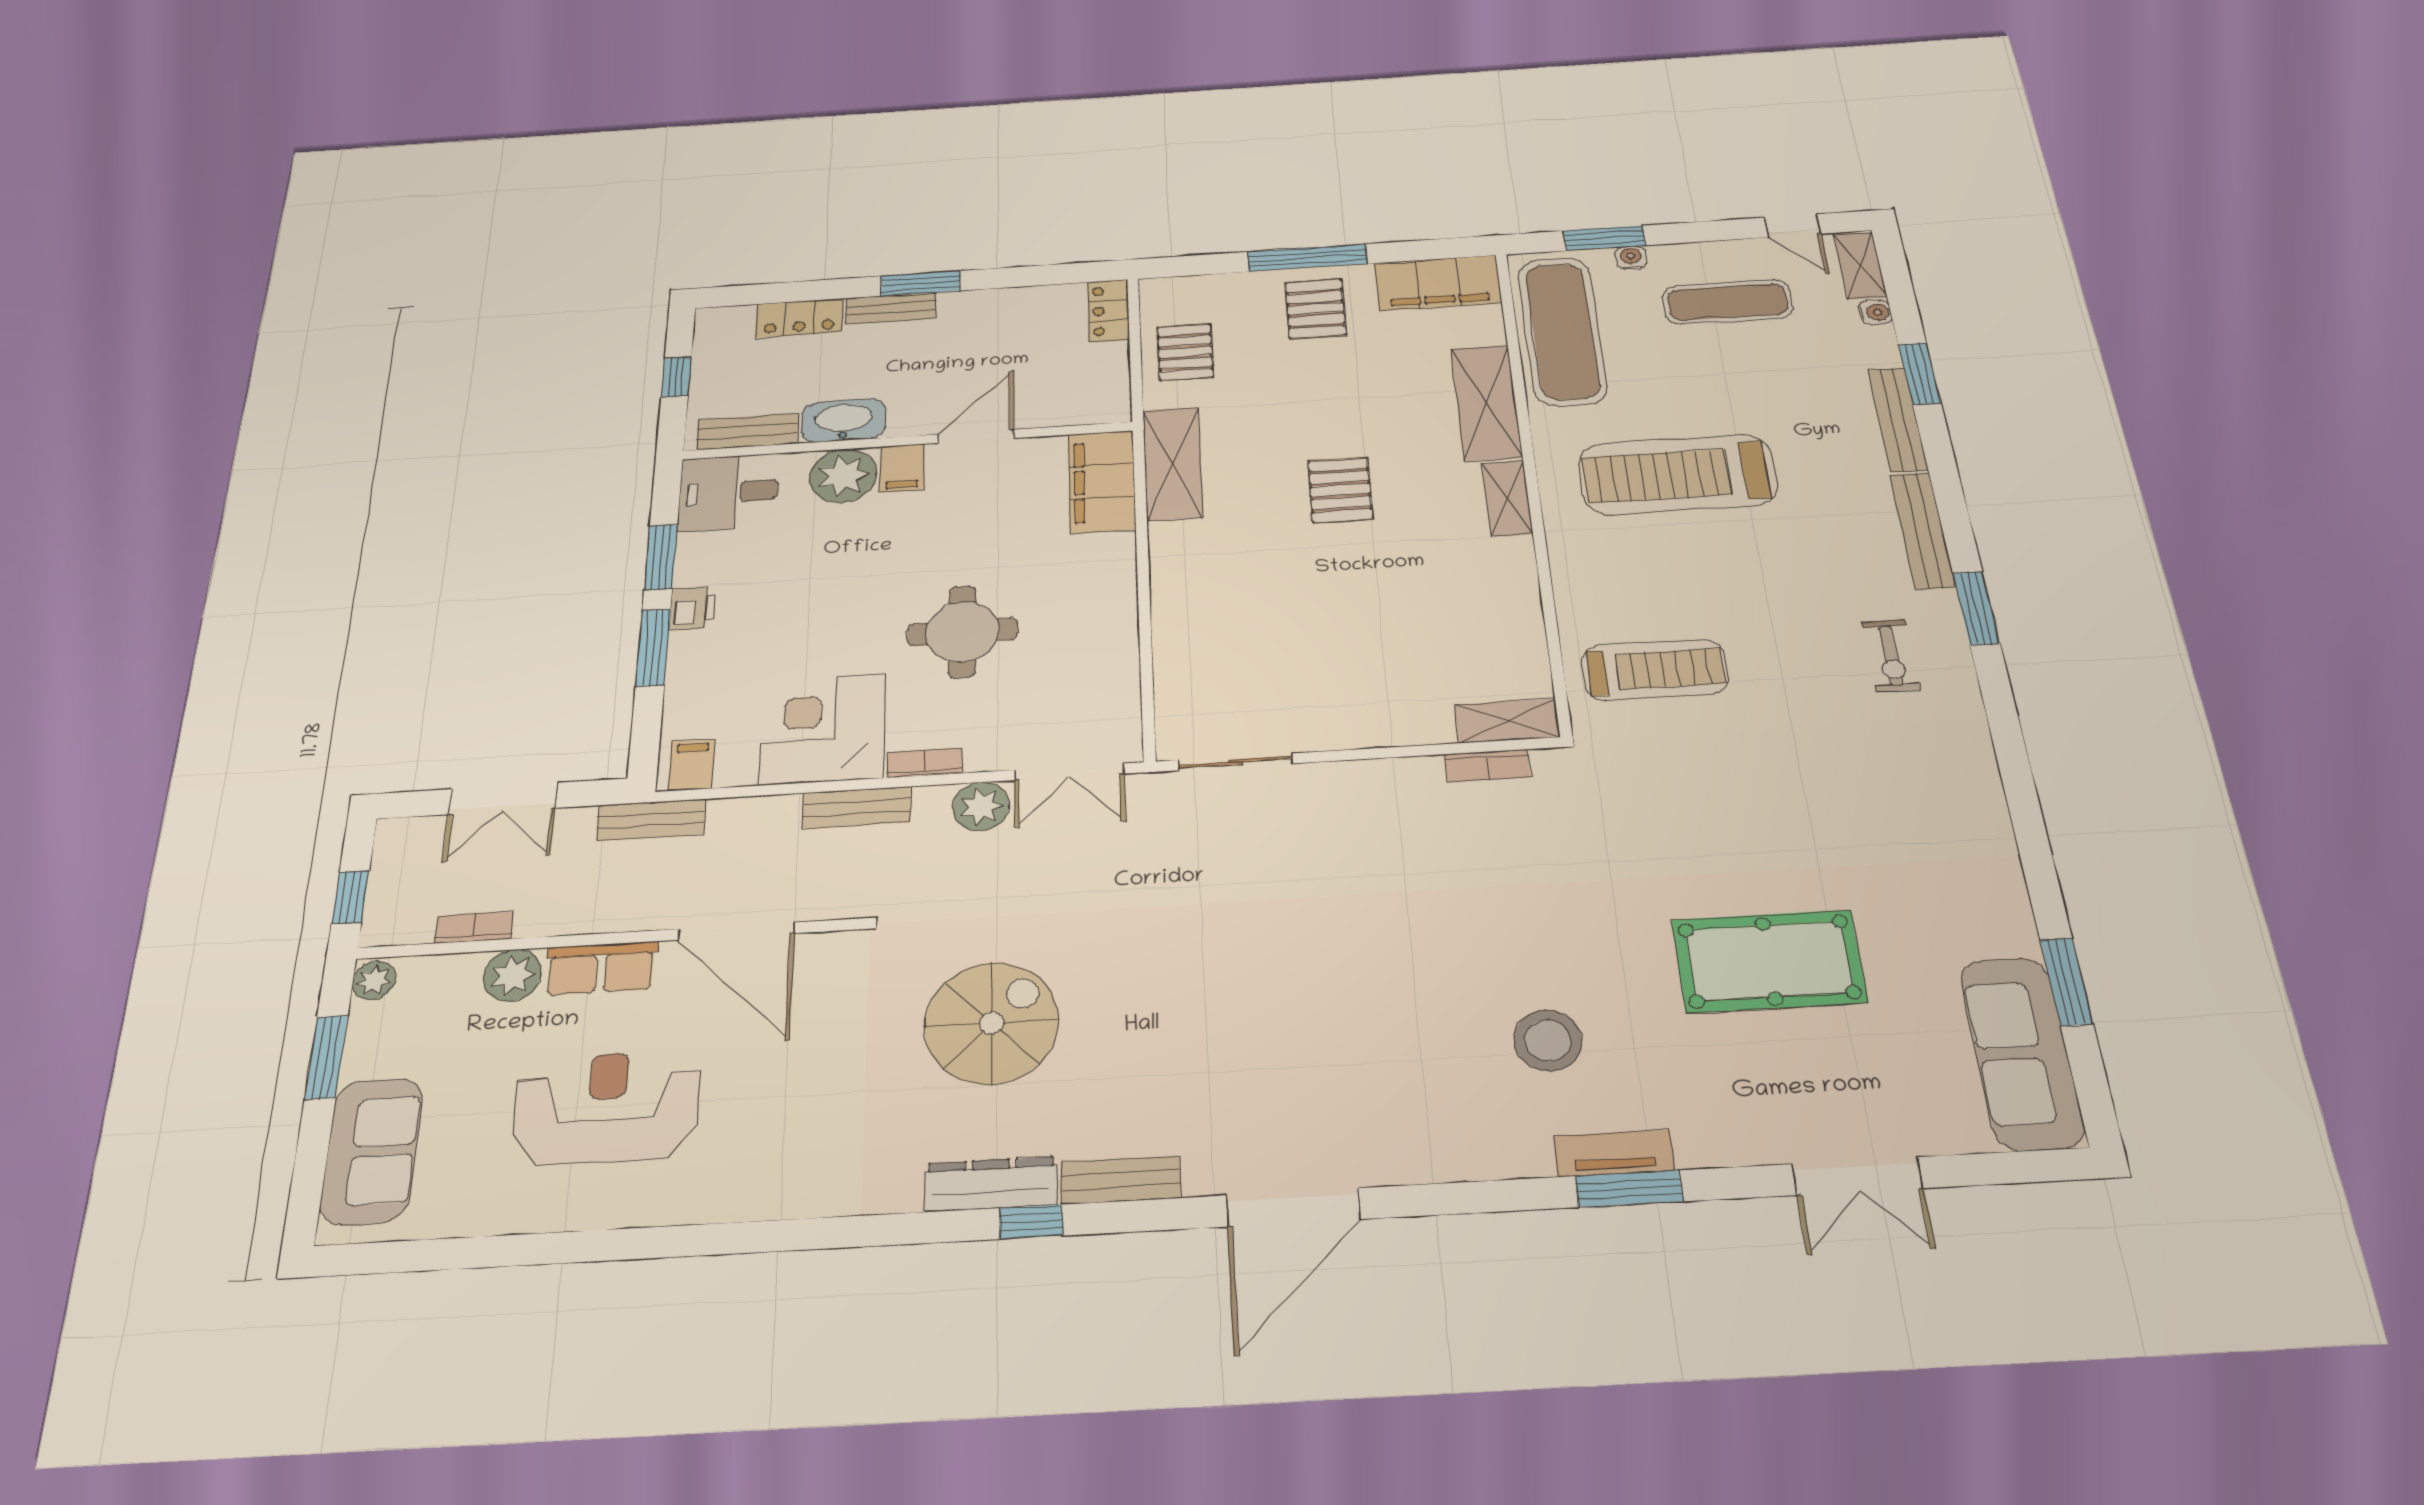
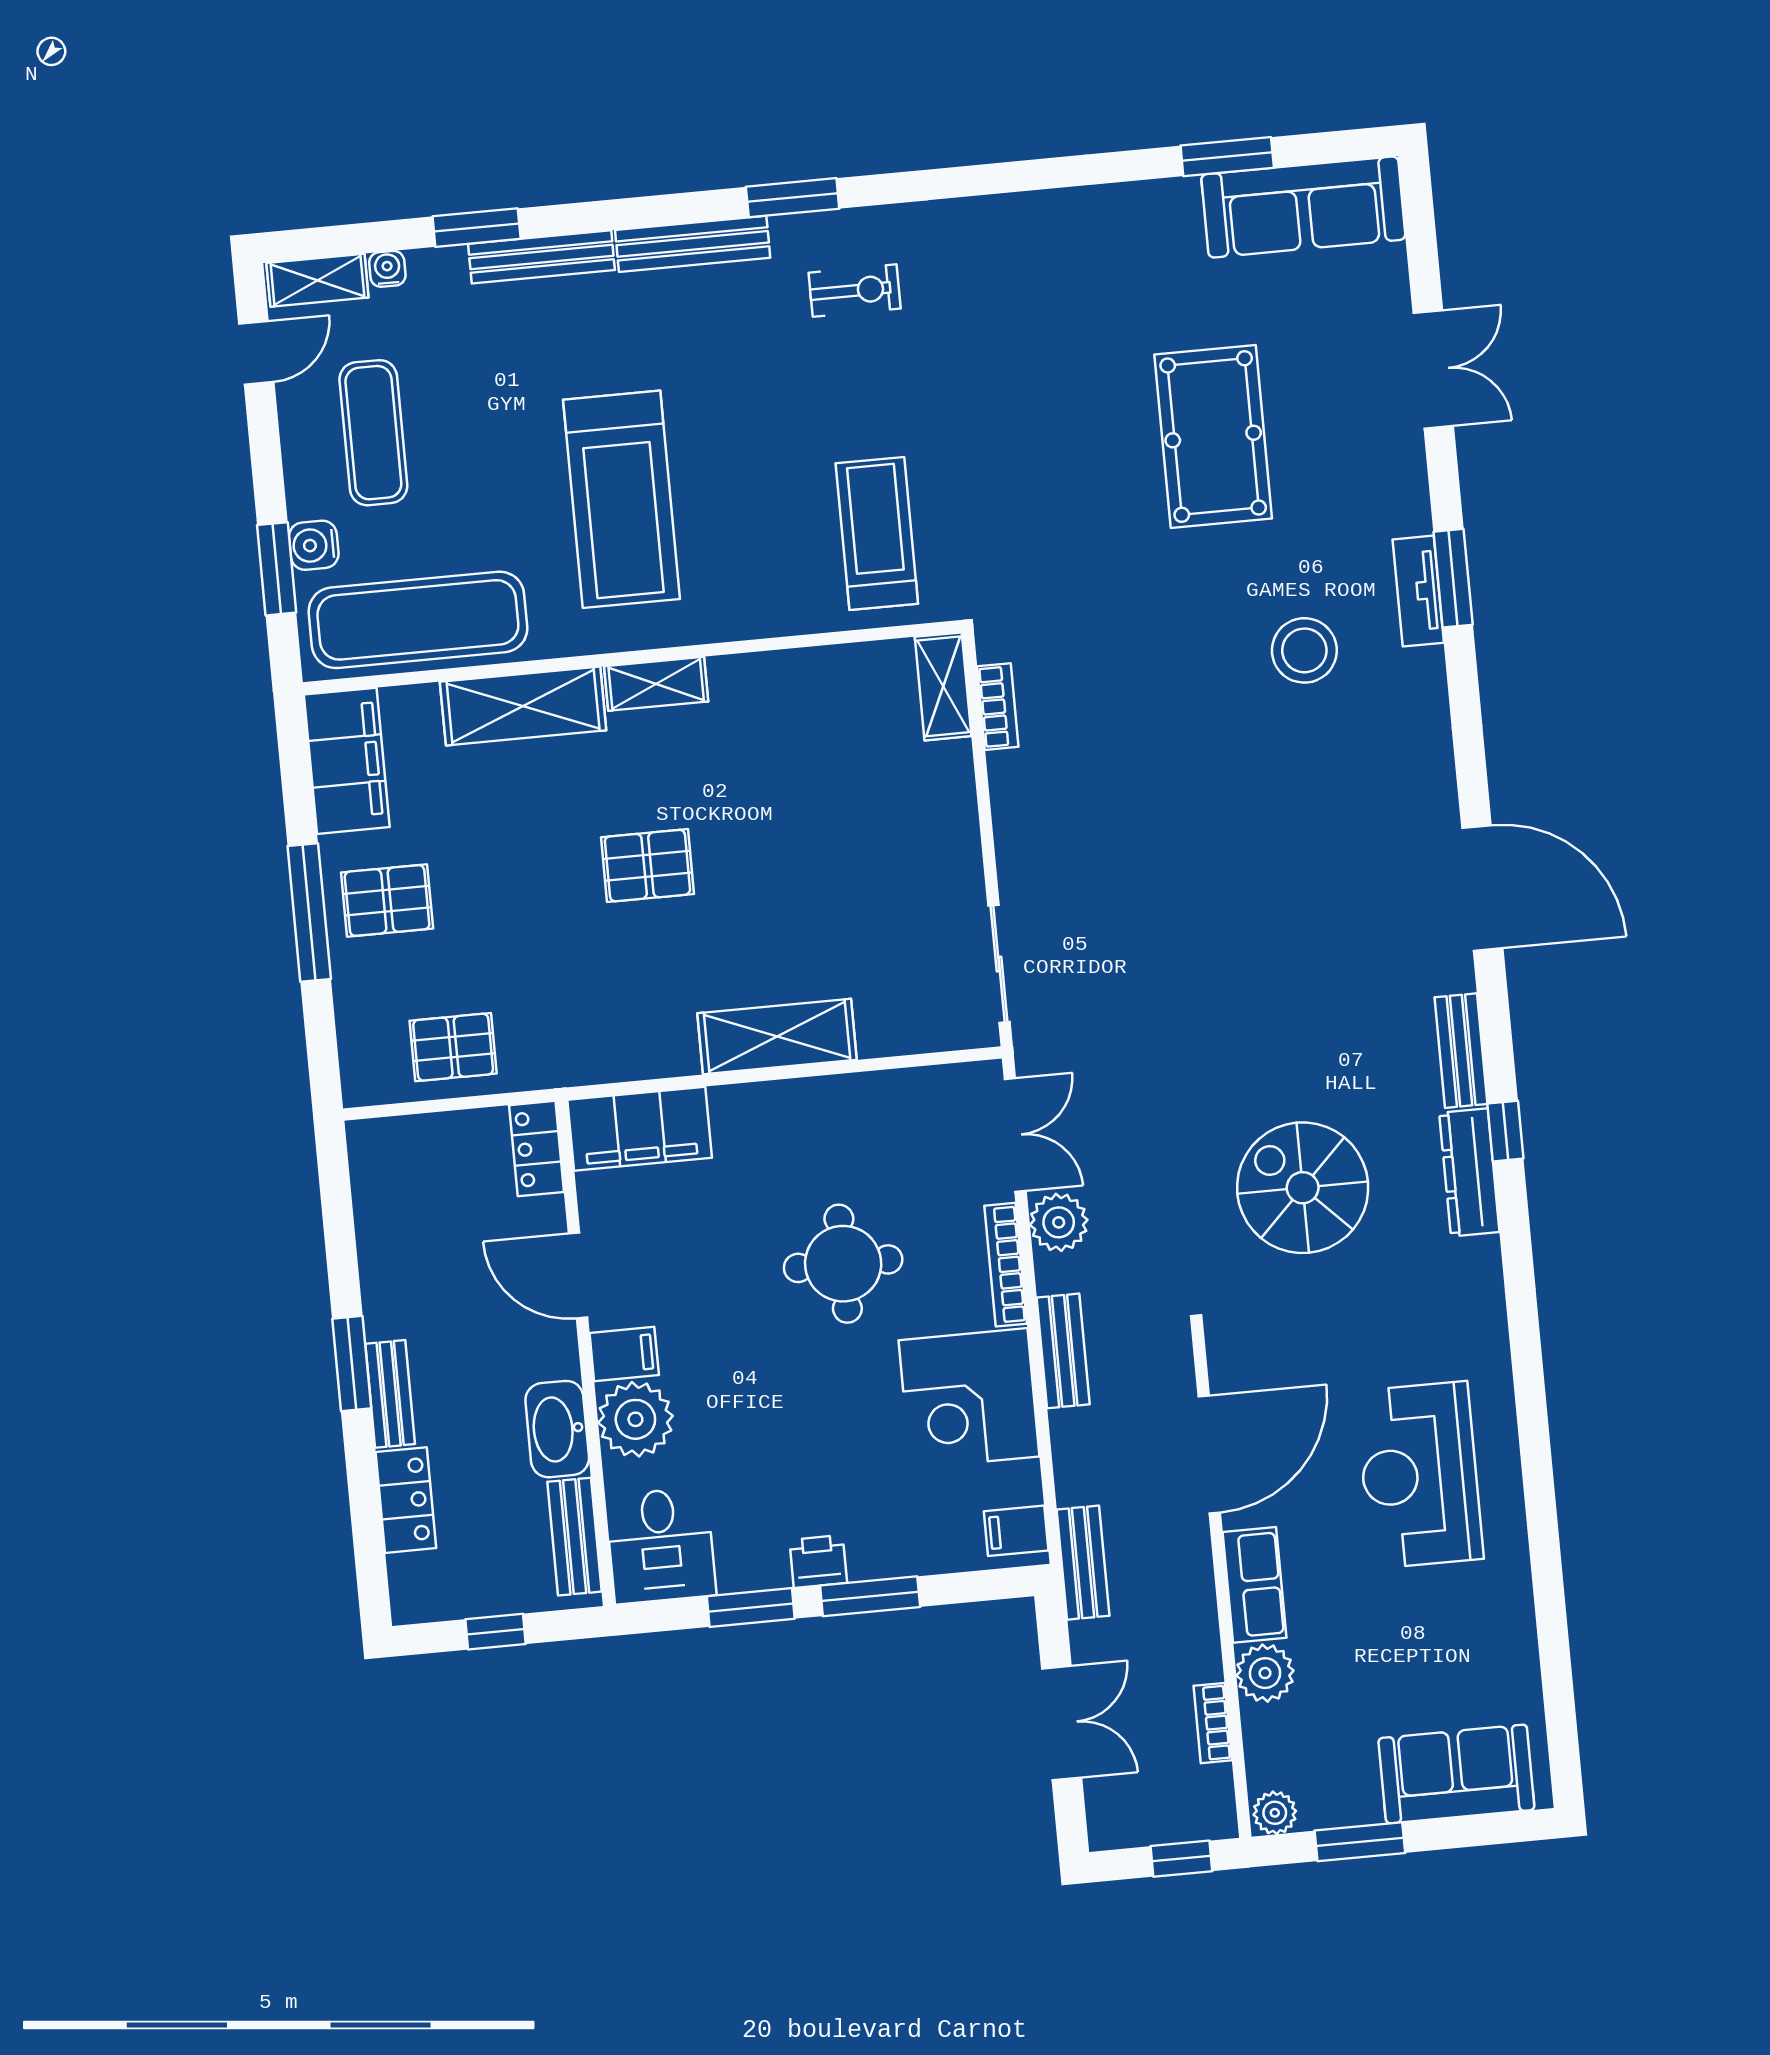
water cooler: (1631, 258) -> (314, 545), width x1.38, depth x1.38
locker: (1109, 311) -> (537, 1149), moved, turned 90
shelving: (1173, 464) -> (777, 1036), moved
bookcase: (924, 763) -> (1006, 1265), width x1.56
reception desk: (607, 1107) -> (1419, 1475), moved

